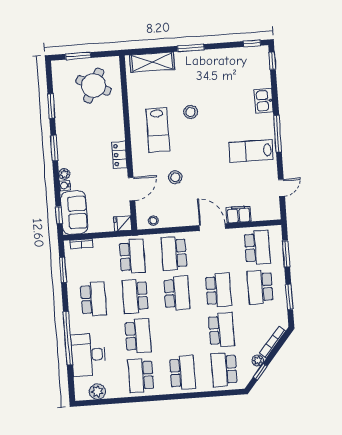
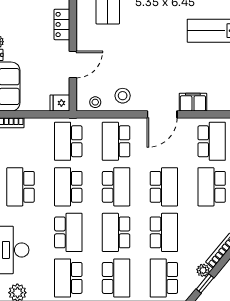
stool: (175, 177) -> (123, 96), moved
door: (212, 227) -> (162, 114), swing flipped
school desk: (132, 256) -> (68, 141), turned 180
school desk: (93, 299) -> (21, 187), turned 180
school desk: (180, 333) -> (116, 232), added

